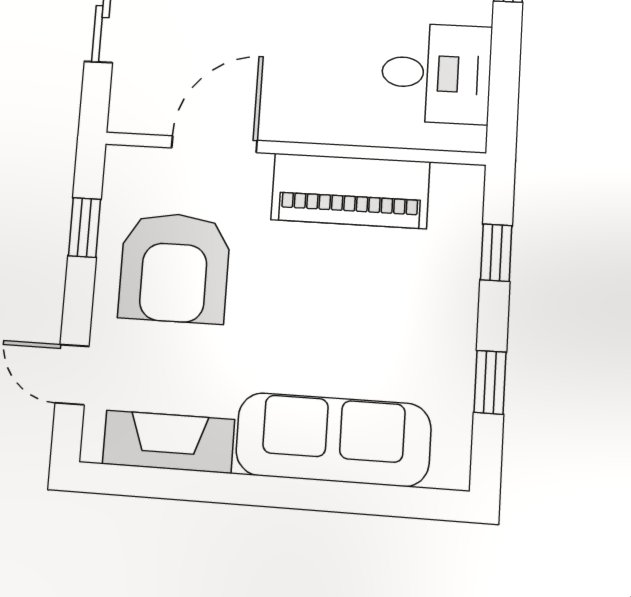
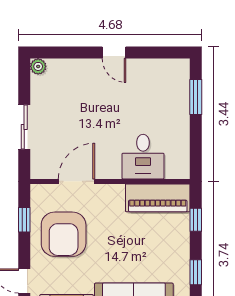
desk: (436, 73) -> (143, 157), moved, turned 90
piano: (350, 191) -> (158, 198), moved

